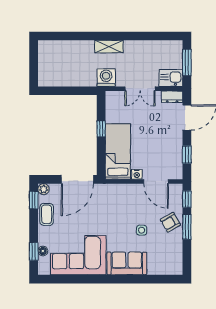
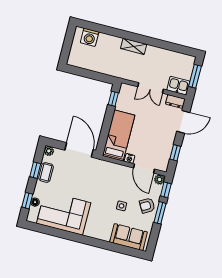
washing machine: (106, 78) -> (90, 37), moved, turned 180
window: (101, 129) -> (113, 99), moved
door: (77, 179) -> (79, 150), swing flipped
plant: (177, 189) -> (160, 180), added
window: (34, 200) -> (35, 170), moved
sofa: (127, 263) -> (129, 237), moved

